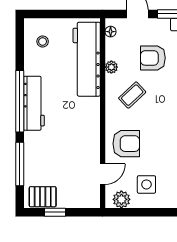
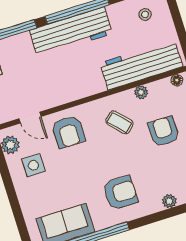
workbench: (34, 103) -> (71, 32), width x1.36, depth x1.32

